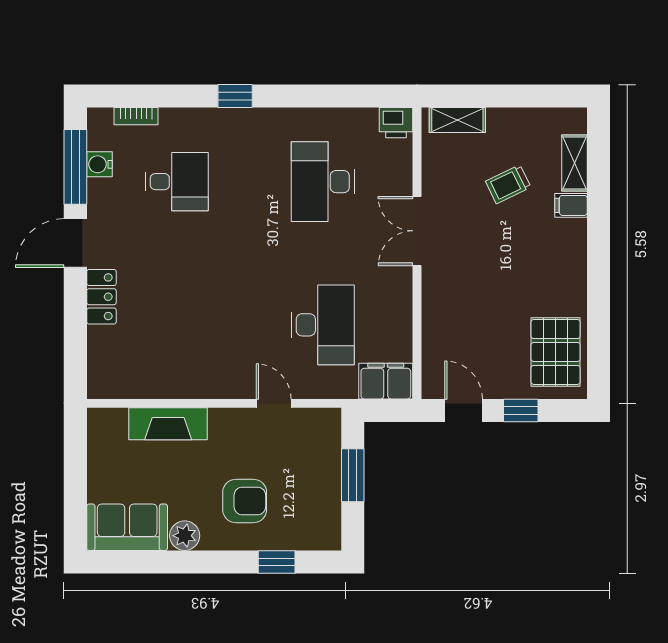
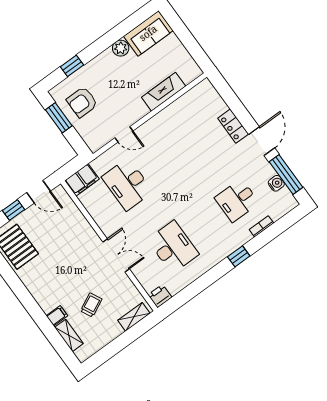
bookcase: (136, 116) -> (261, 226), moved
window: (353, 475) -> (59, 118), moved
armchair: (245, 501) -> (82, 102), moved

